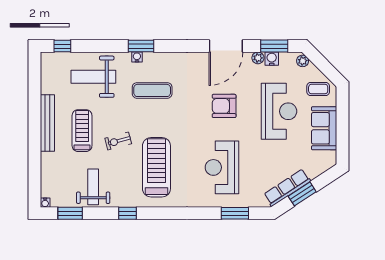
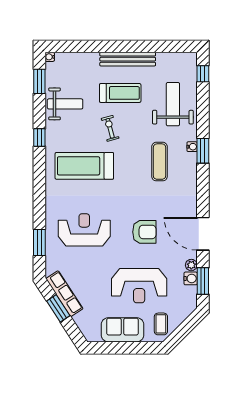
plant: (303, 61) -> (188, 309), removed
armchair: (224, 106) -> (144, 232), turned 90
treadmill: (156, 167) -> (84, 166), turned 180

